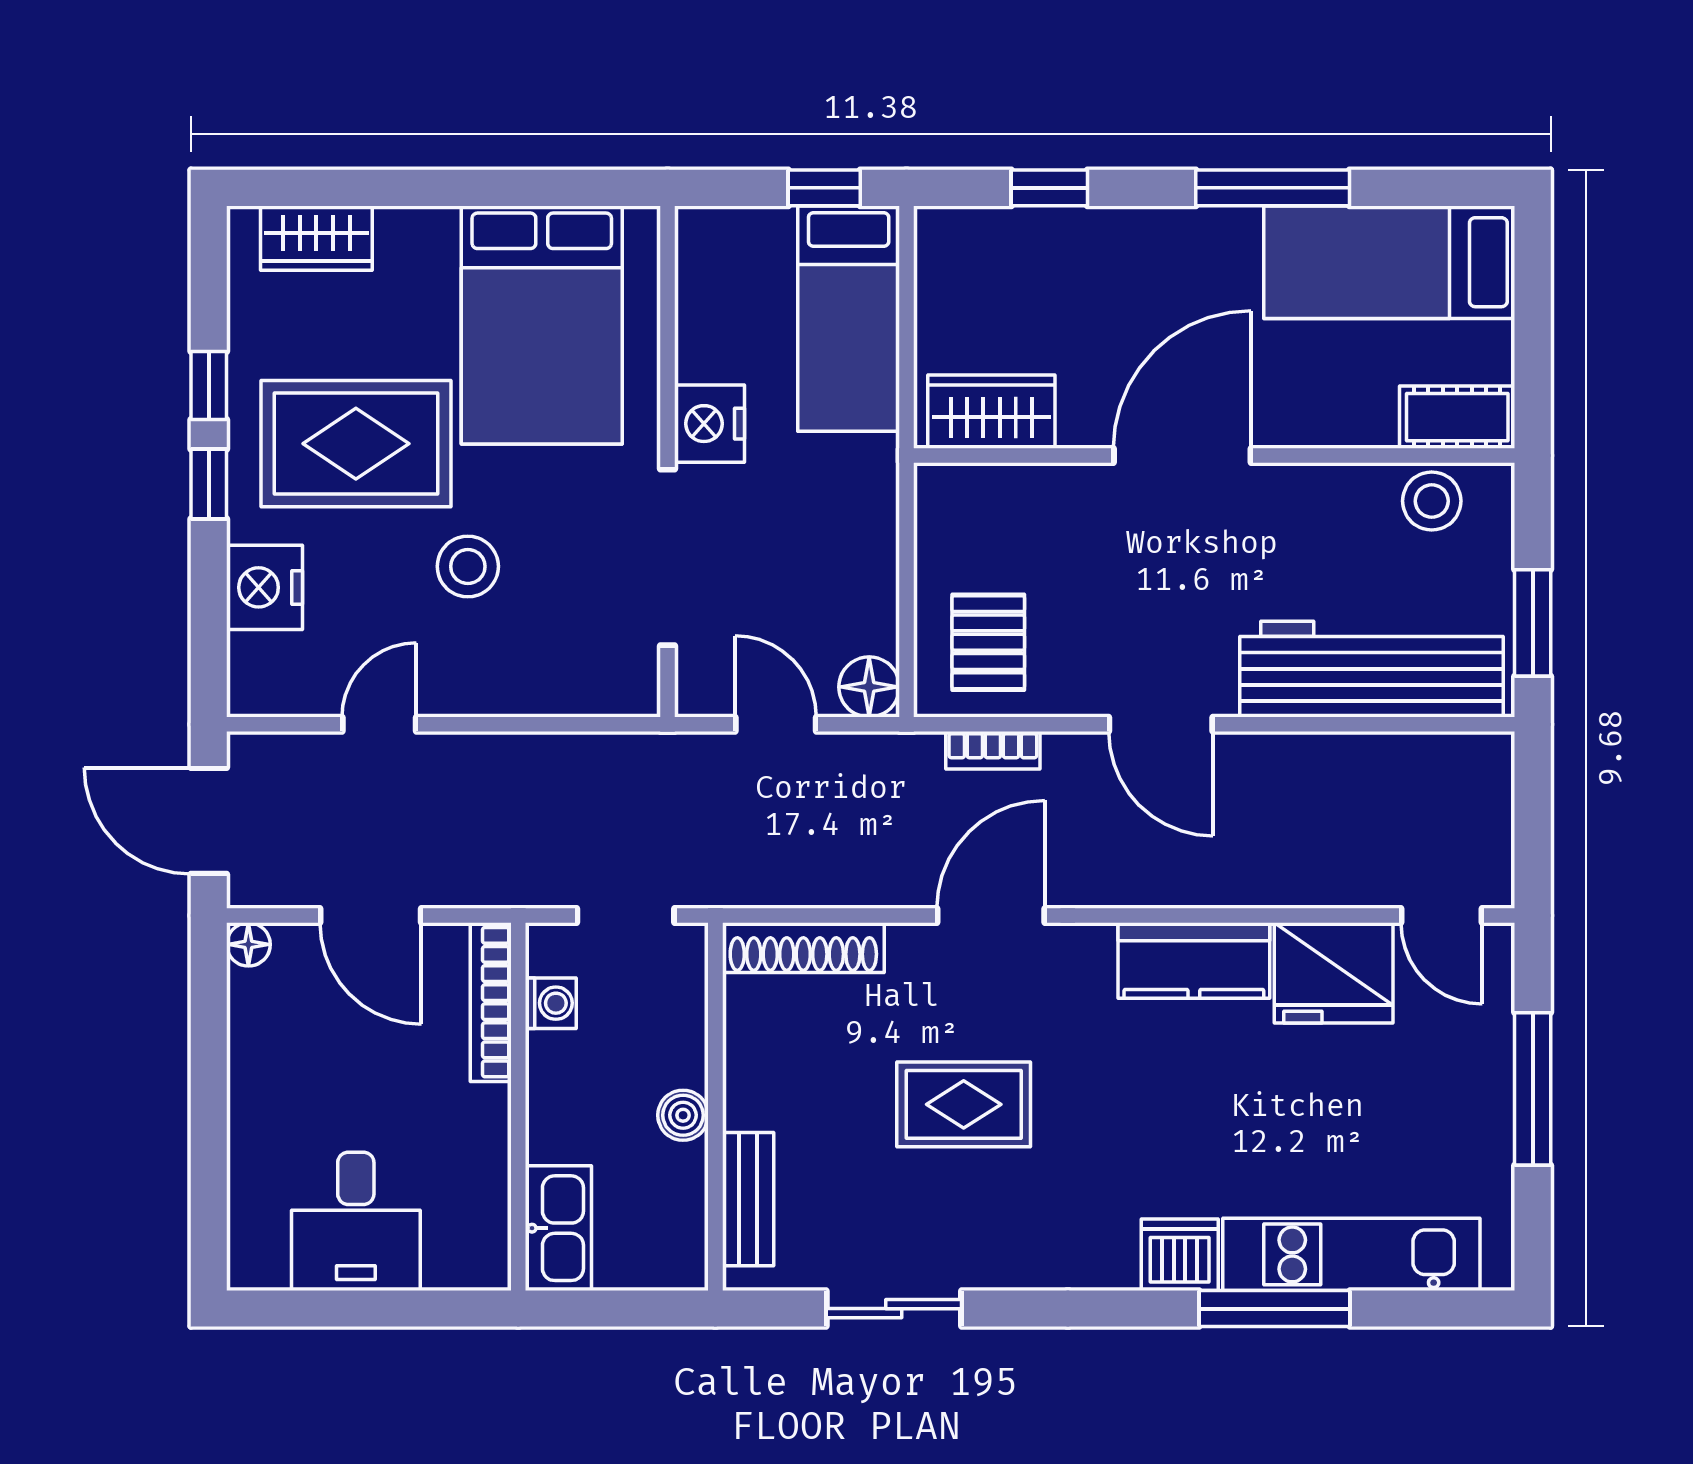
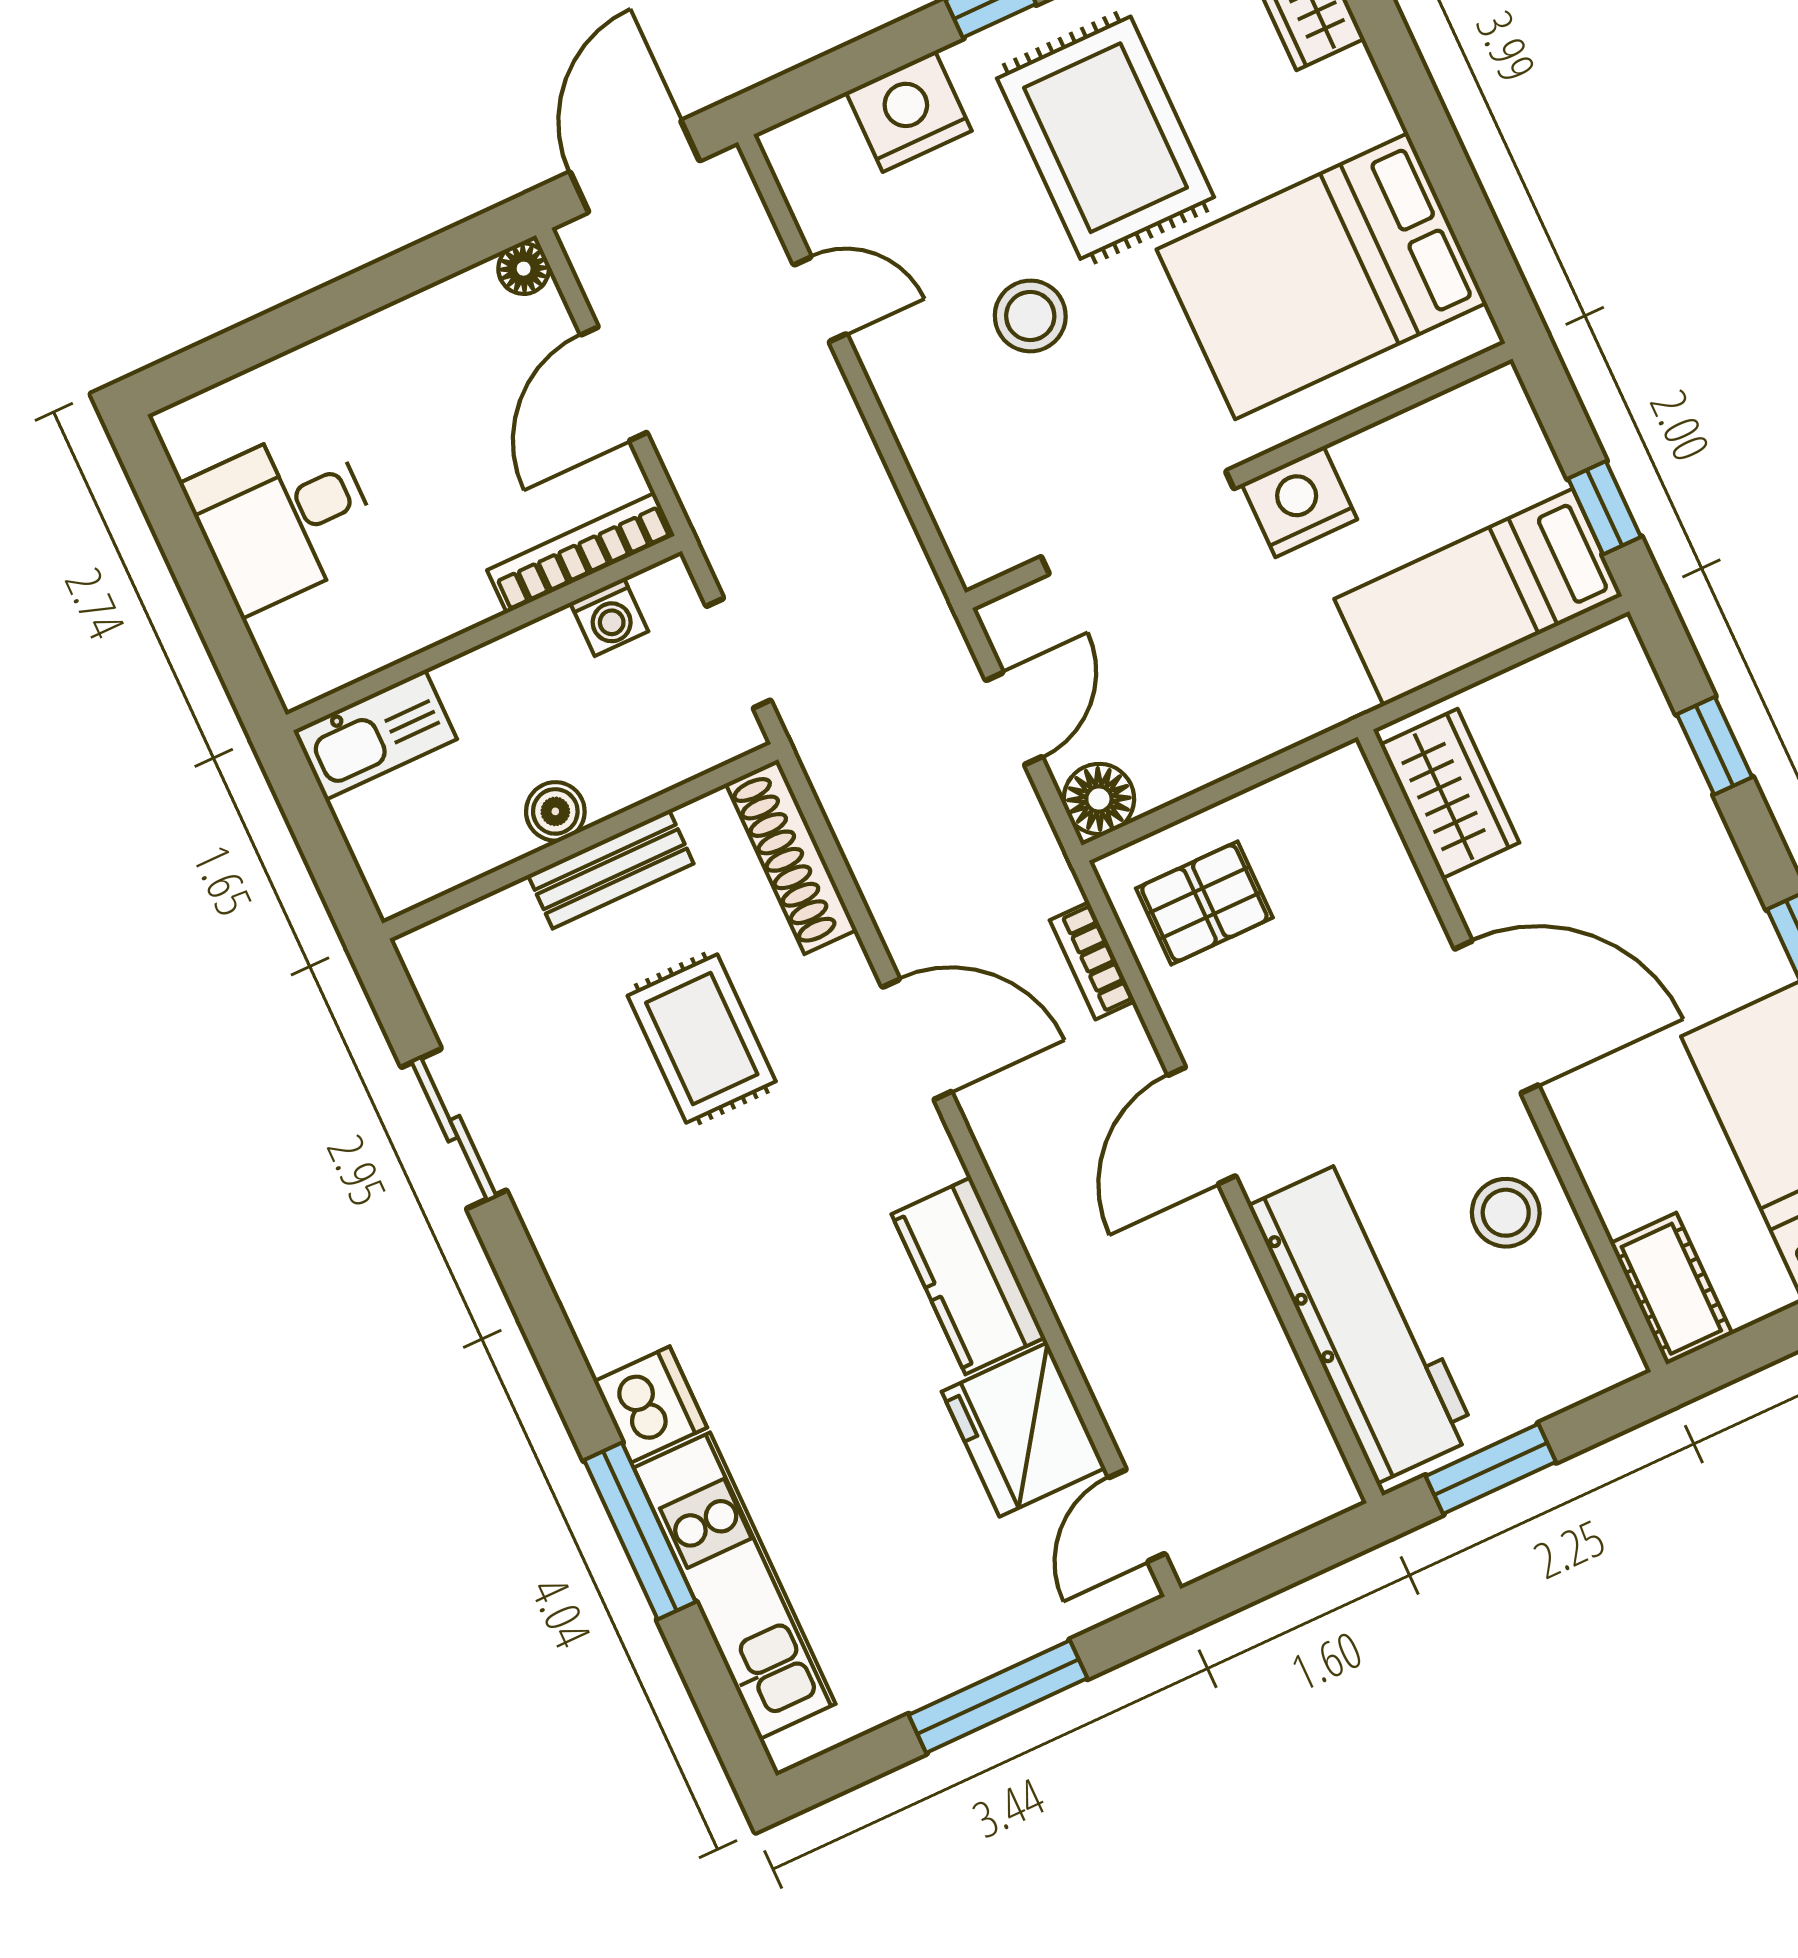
stool: (1432, 501) -> (1506, 1213), moved
rug: (964, 1104) -> (702, 1039), moved
bench: (748, 1199) -> (611, 869), moved

